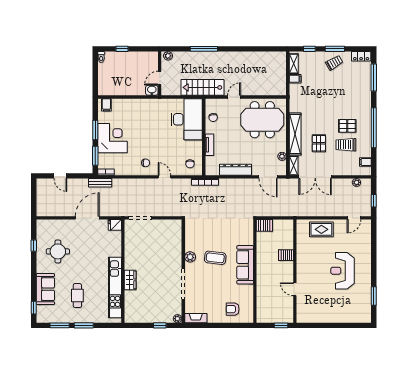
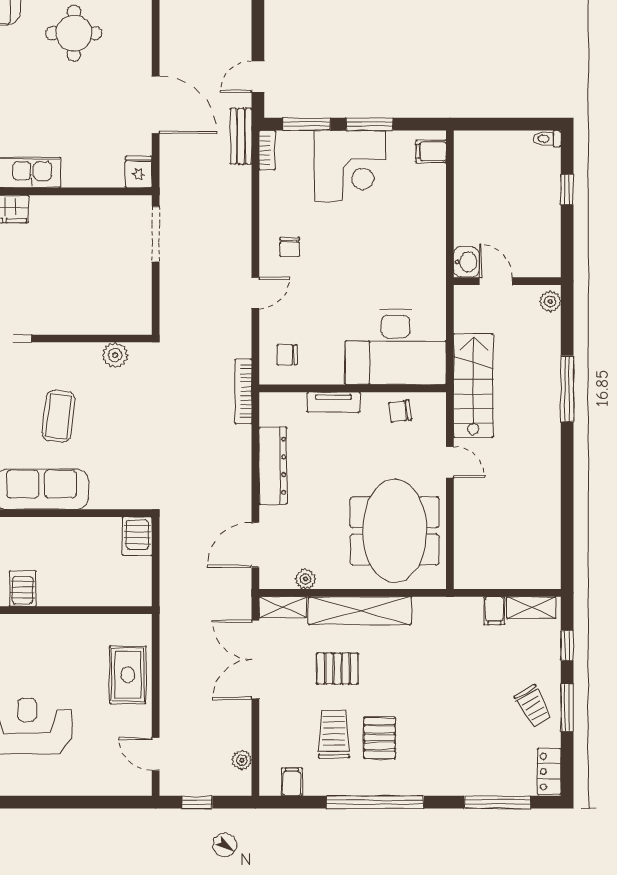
door: (60, 176) -> (258, 77), moved
server rack: (286, 255) -> (23, 589), moved
plant: (190, 257) -> (115, 355), moved

